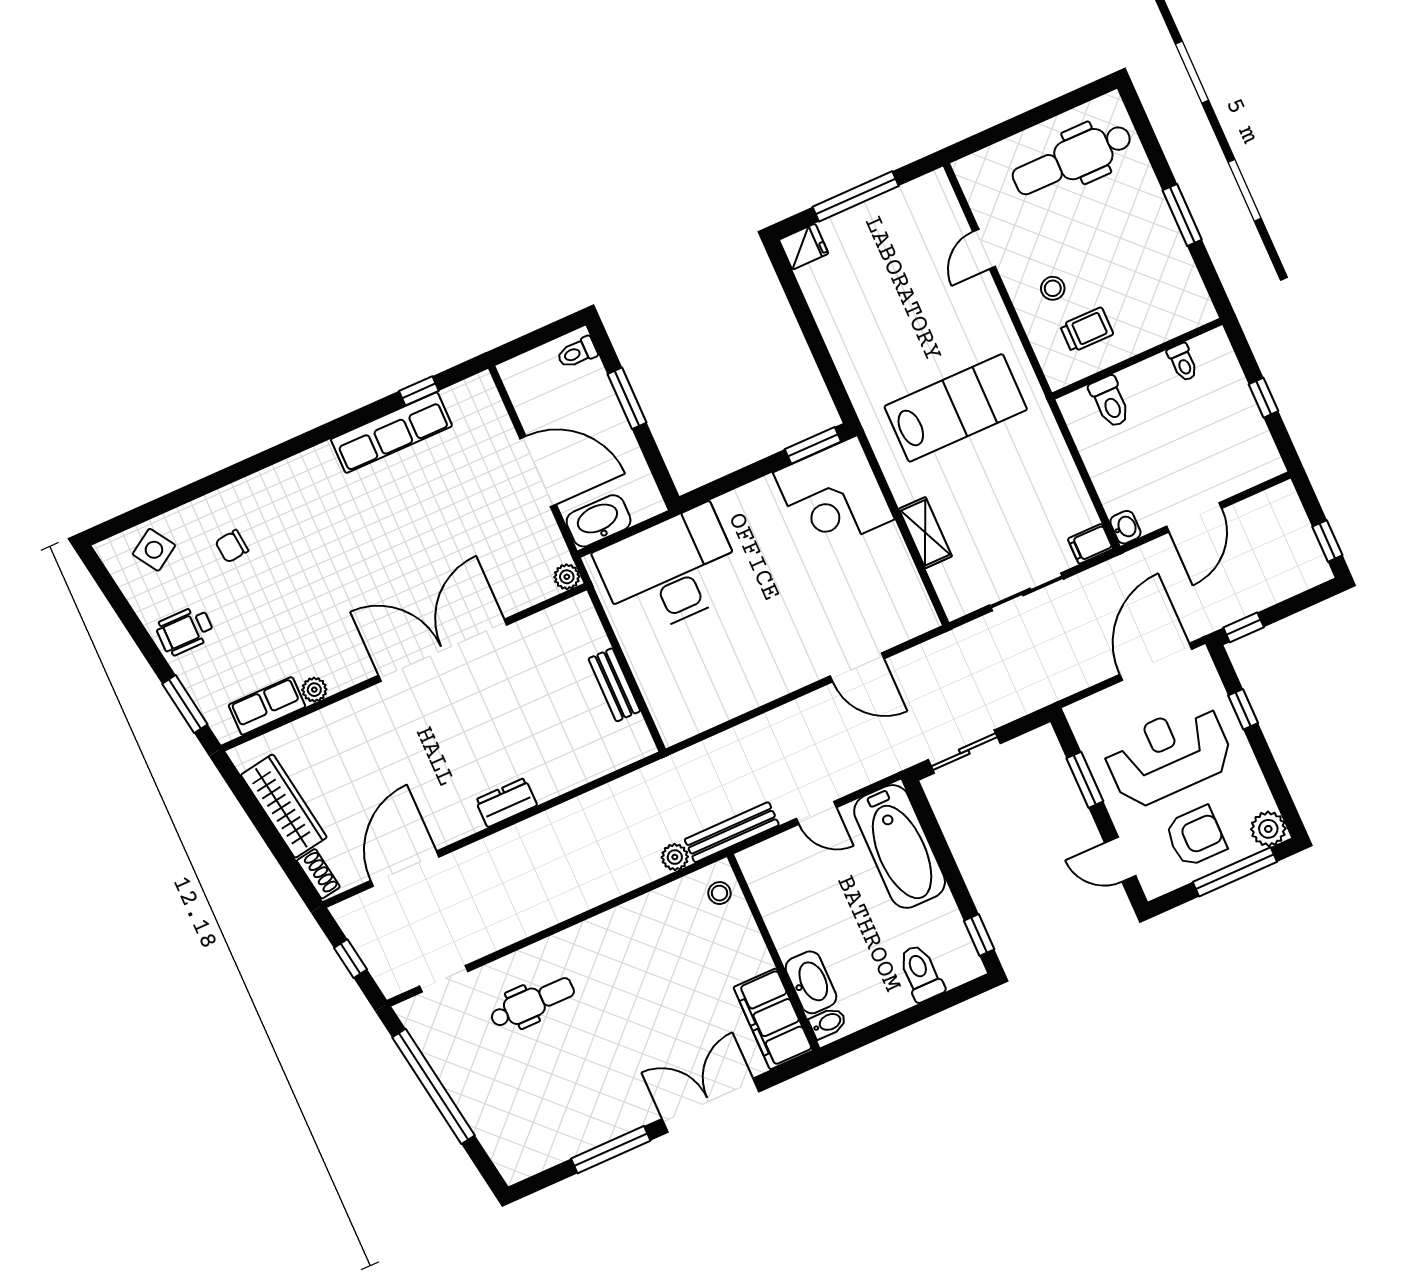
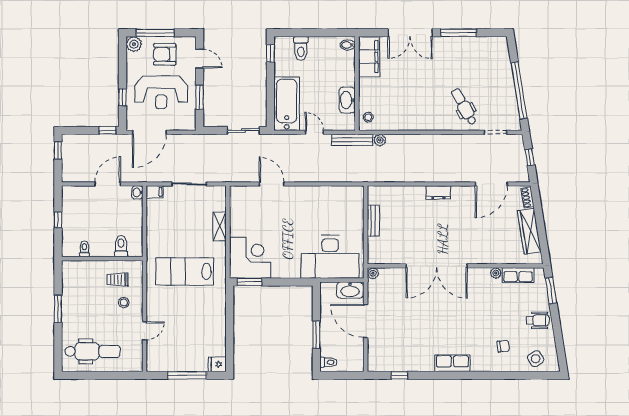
row of seats: (391, 433) -> (452, 363), moved, width x0.68
washbasin: (811, 982) -> (347, 100), moved
dental chair: (532, 1003) -> (464, 107), turned 61

